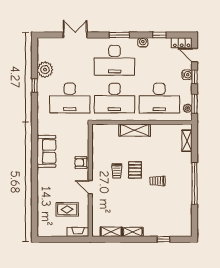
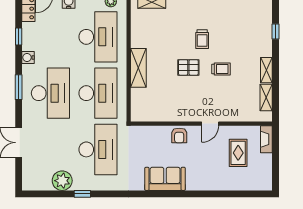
trolley: (117, 171) -> (221, 69), moved

